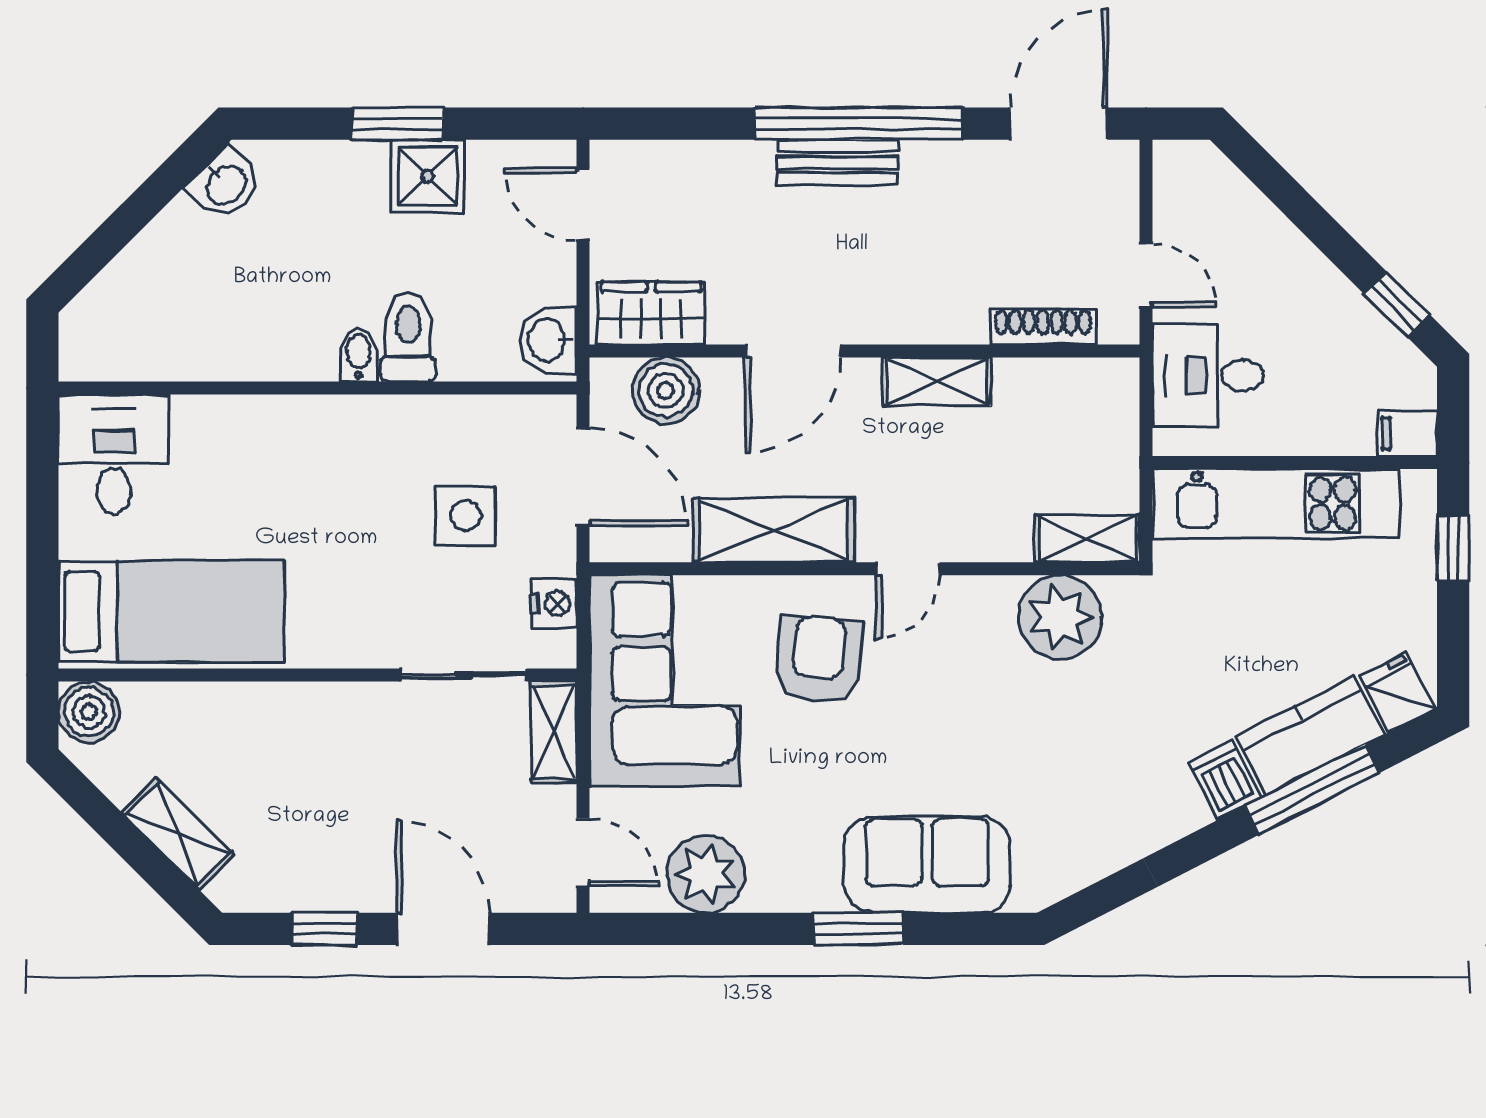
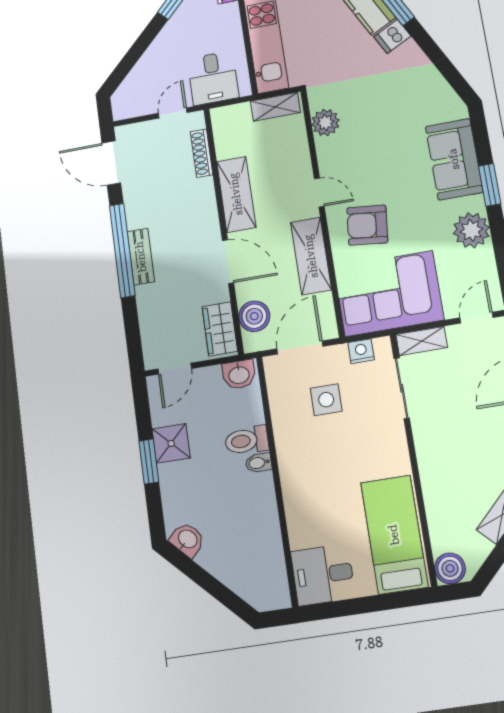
shelving: (937, 382) -> (236, 194), width x1.50, depth x1.33
shelving: (1087, 539) -> (275, 107), moved, turned 90
plant: (1060, 617) -> (325, 122), width x0.73, depth x0.73
plant: (706, 874) -> (471, 230), moved

